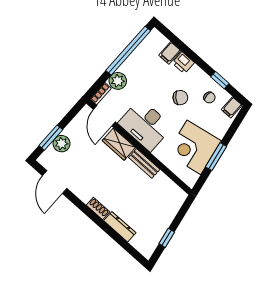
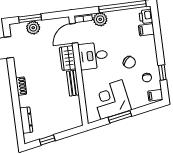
printer: (183, 63) -> (146, 16), moved
desk: (145, 125) -> (93, 56), width x0.73
dresser: (120, 227) -> (26, 120), moved

